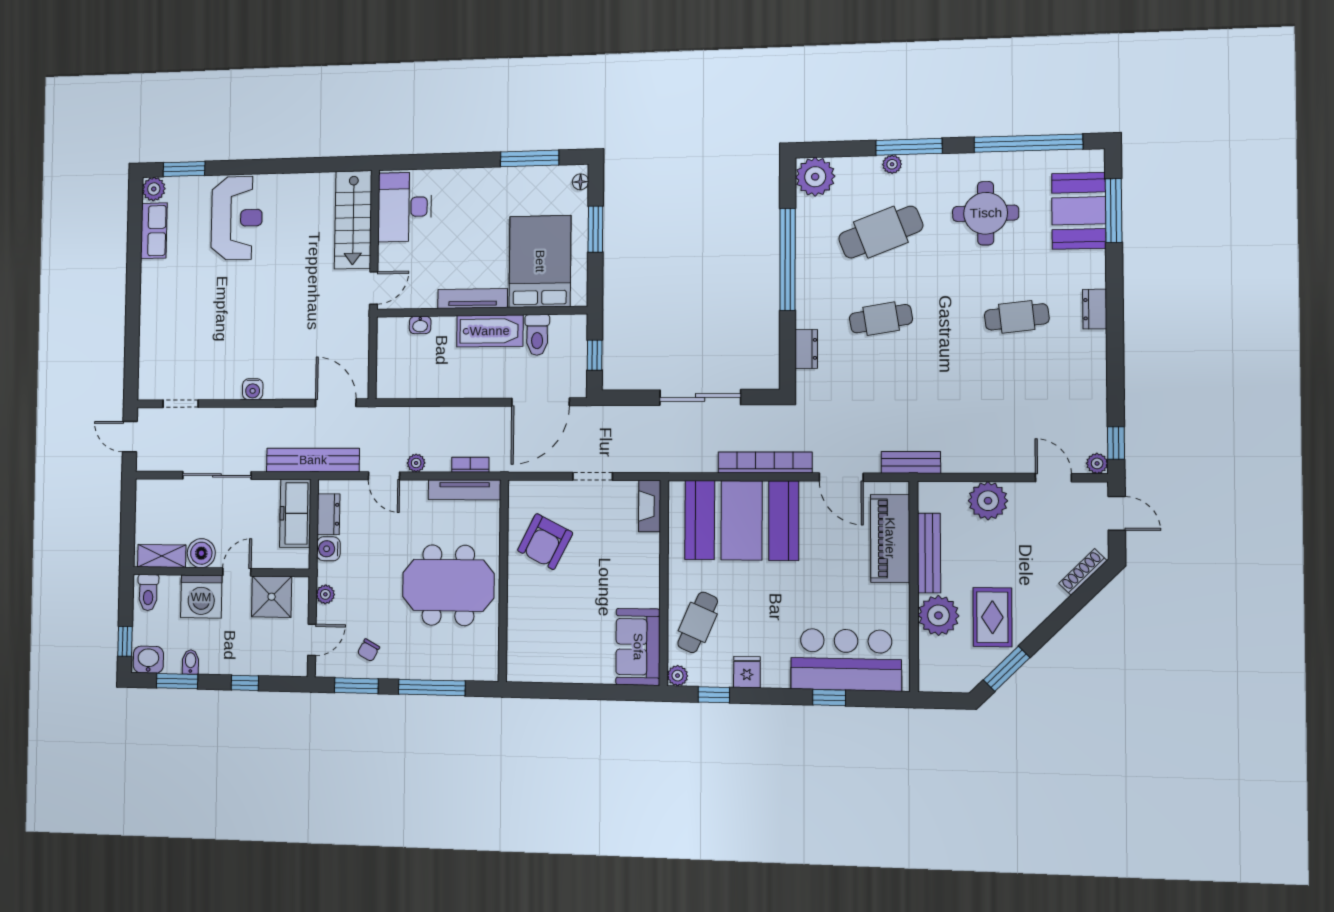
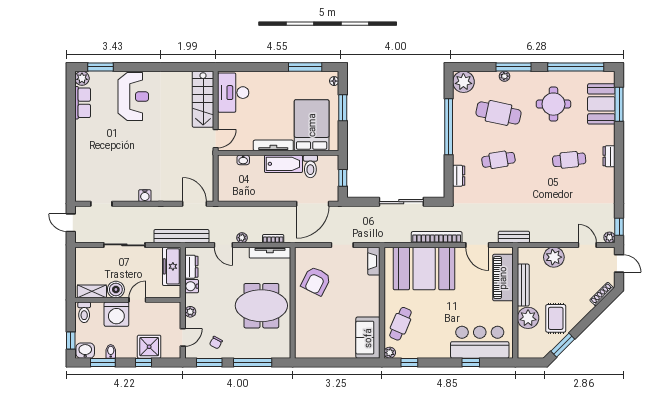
cafe table: (881, 232) -> (498, 113), turned 33
shower: (272, 597) -> (149, 347), moved
fridge: (747, 672) -> (427, 350), removed

